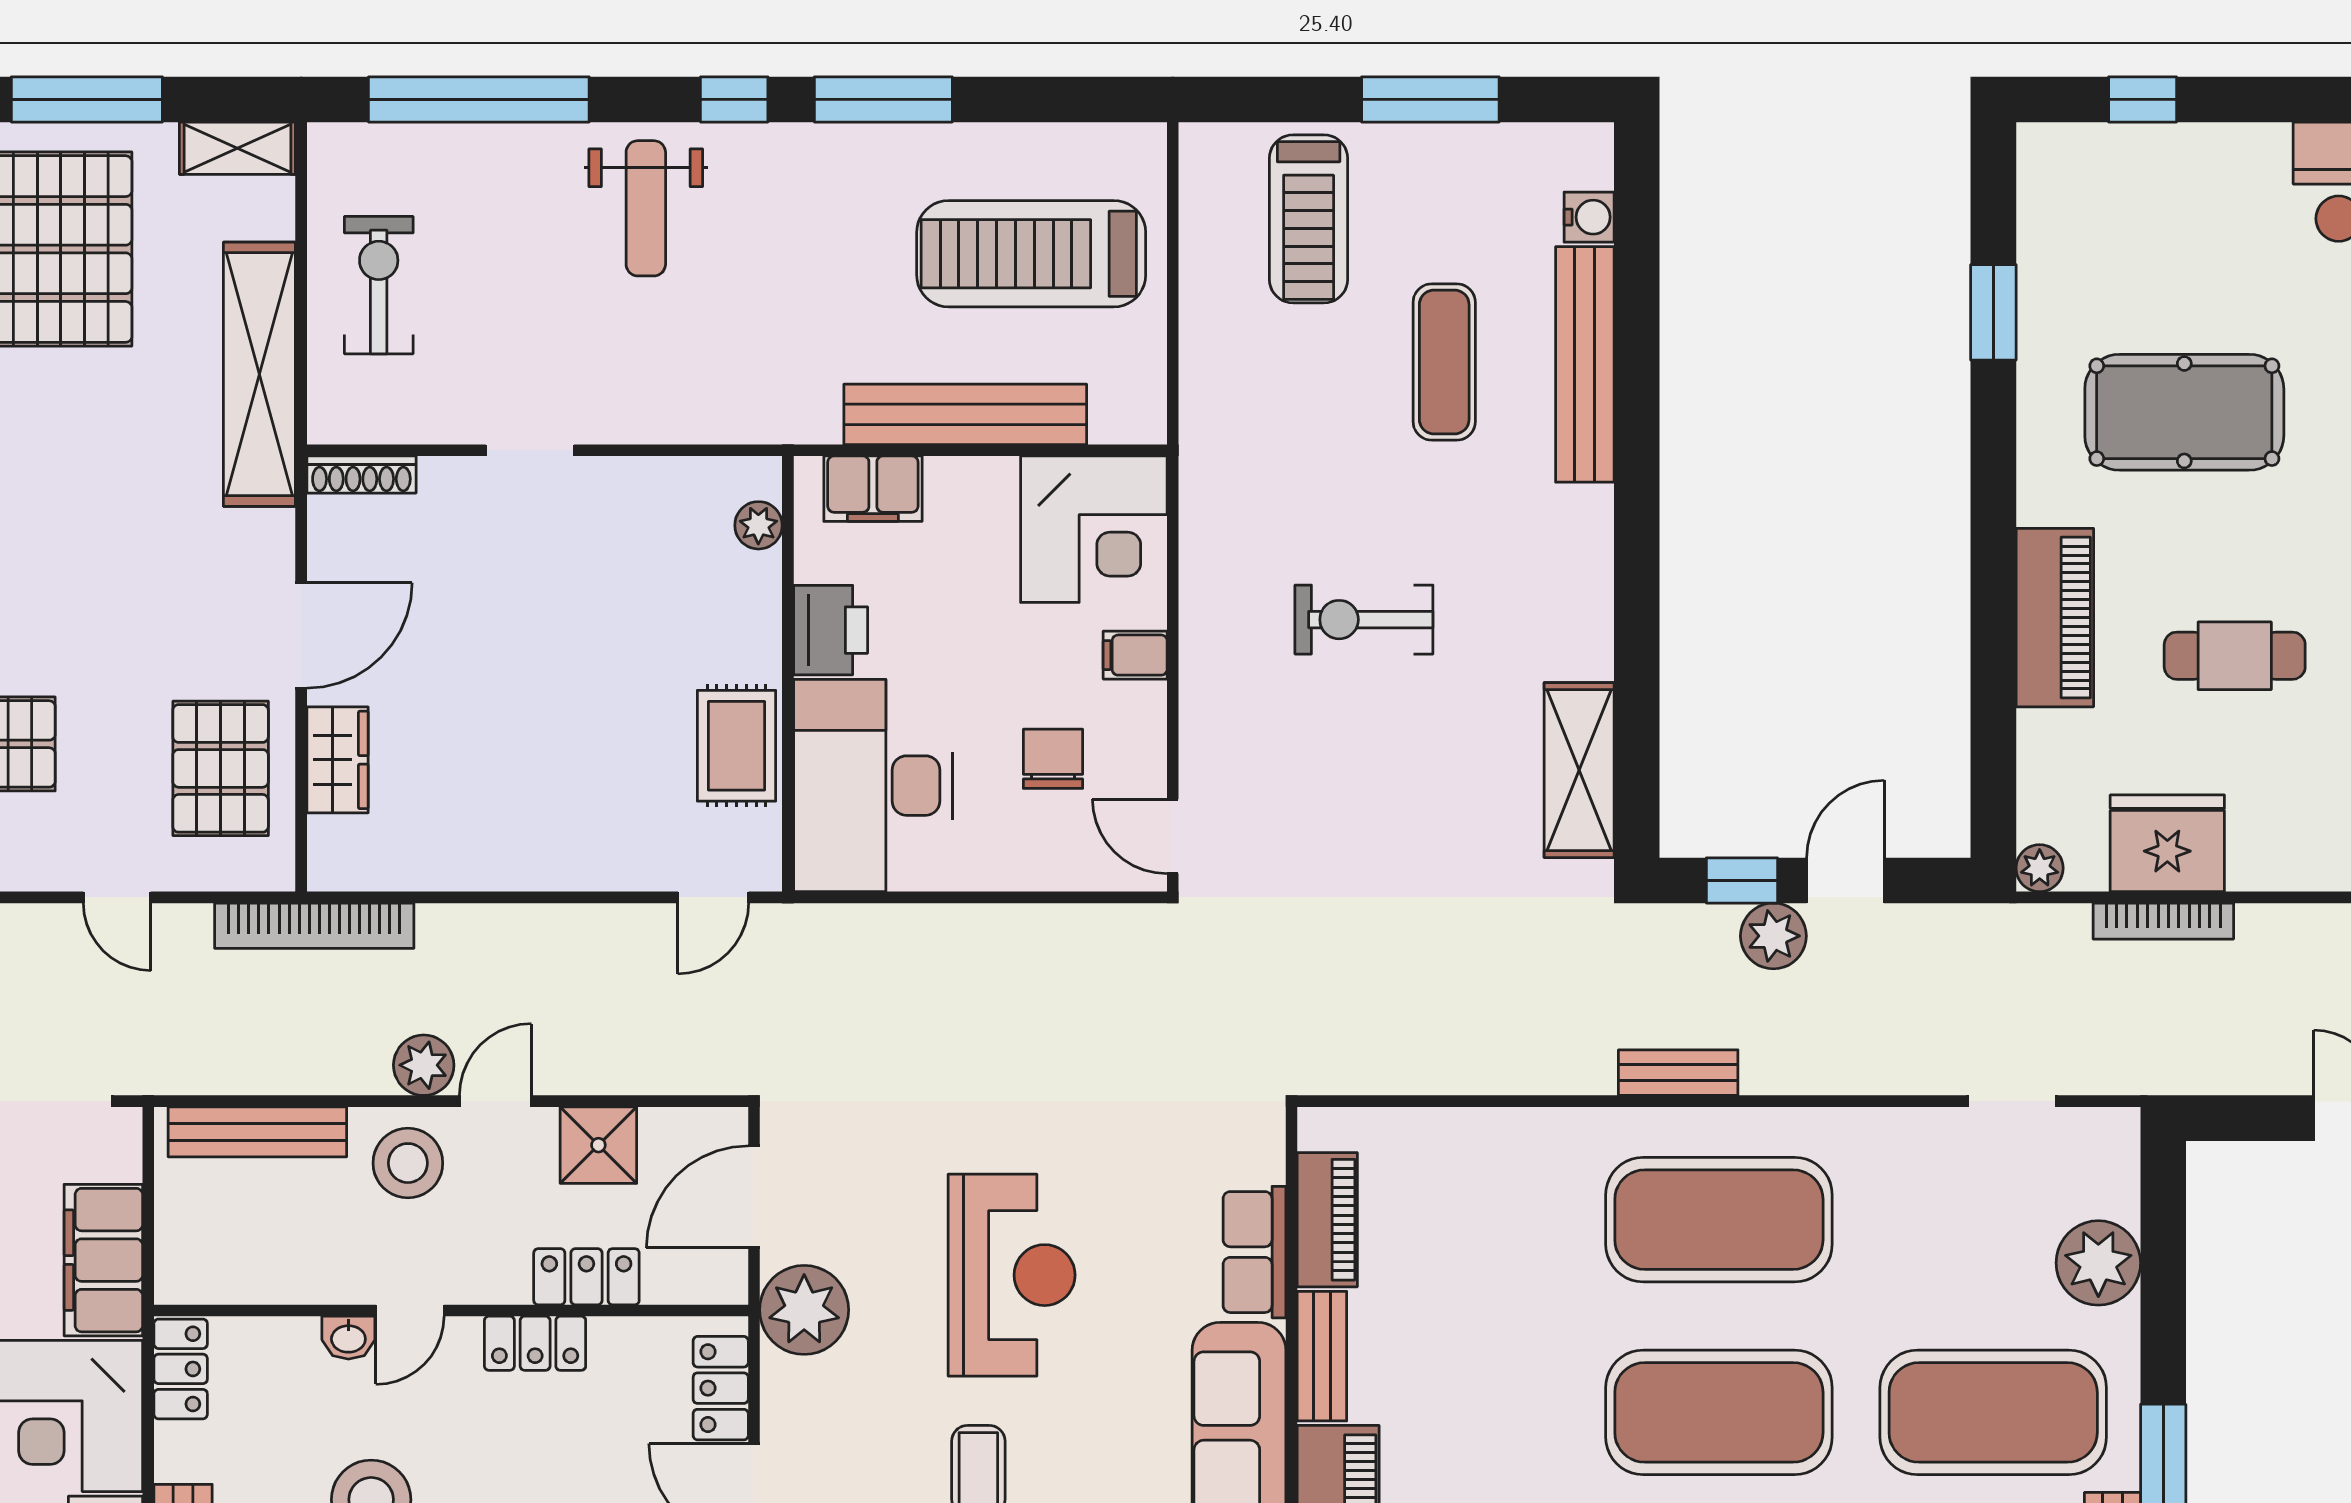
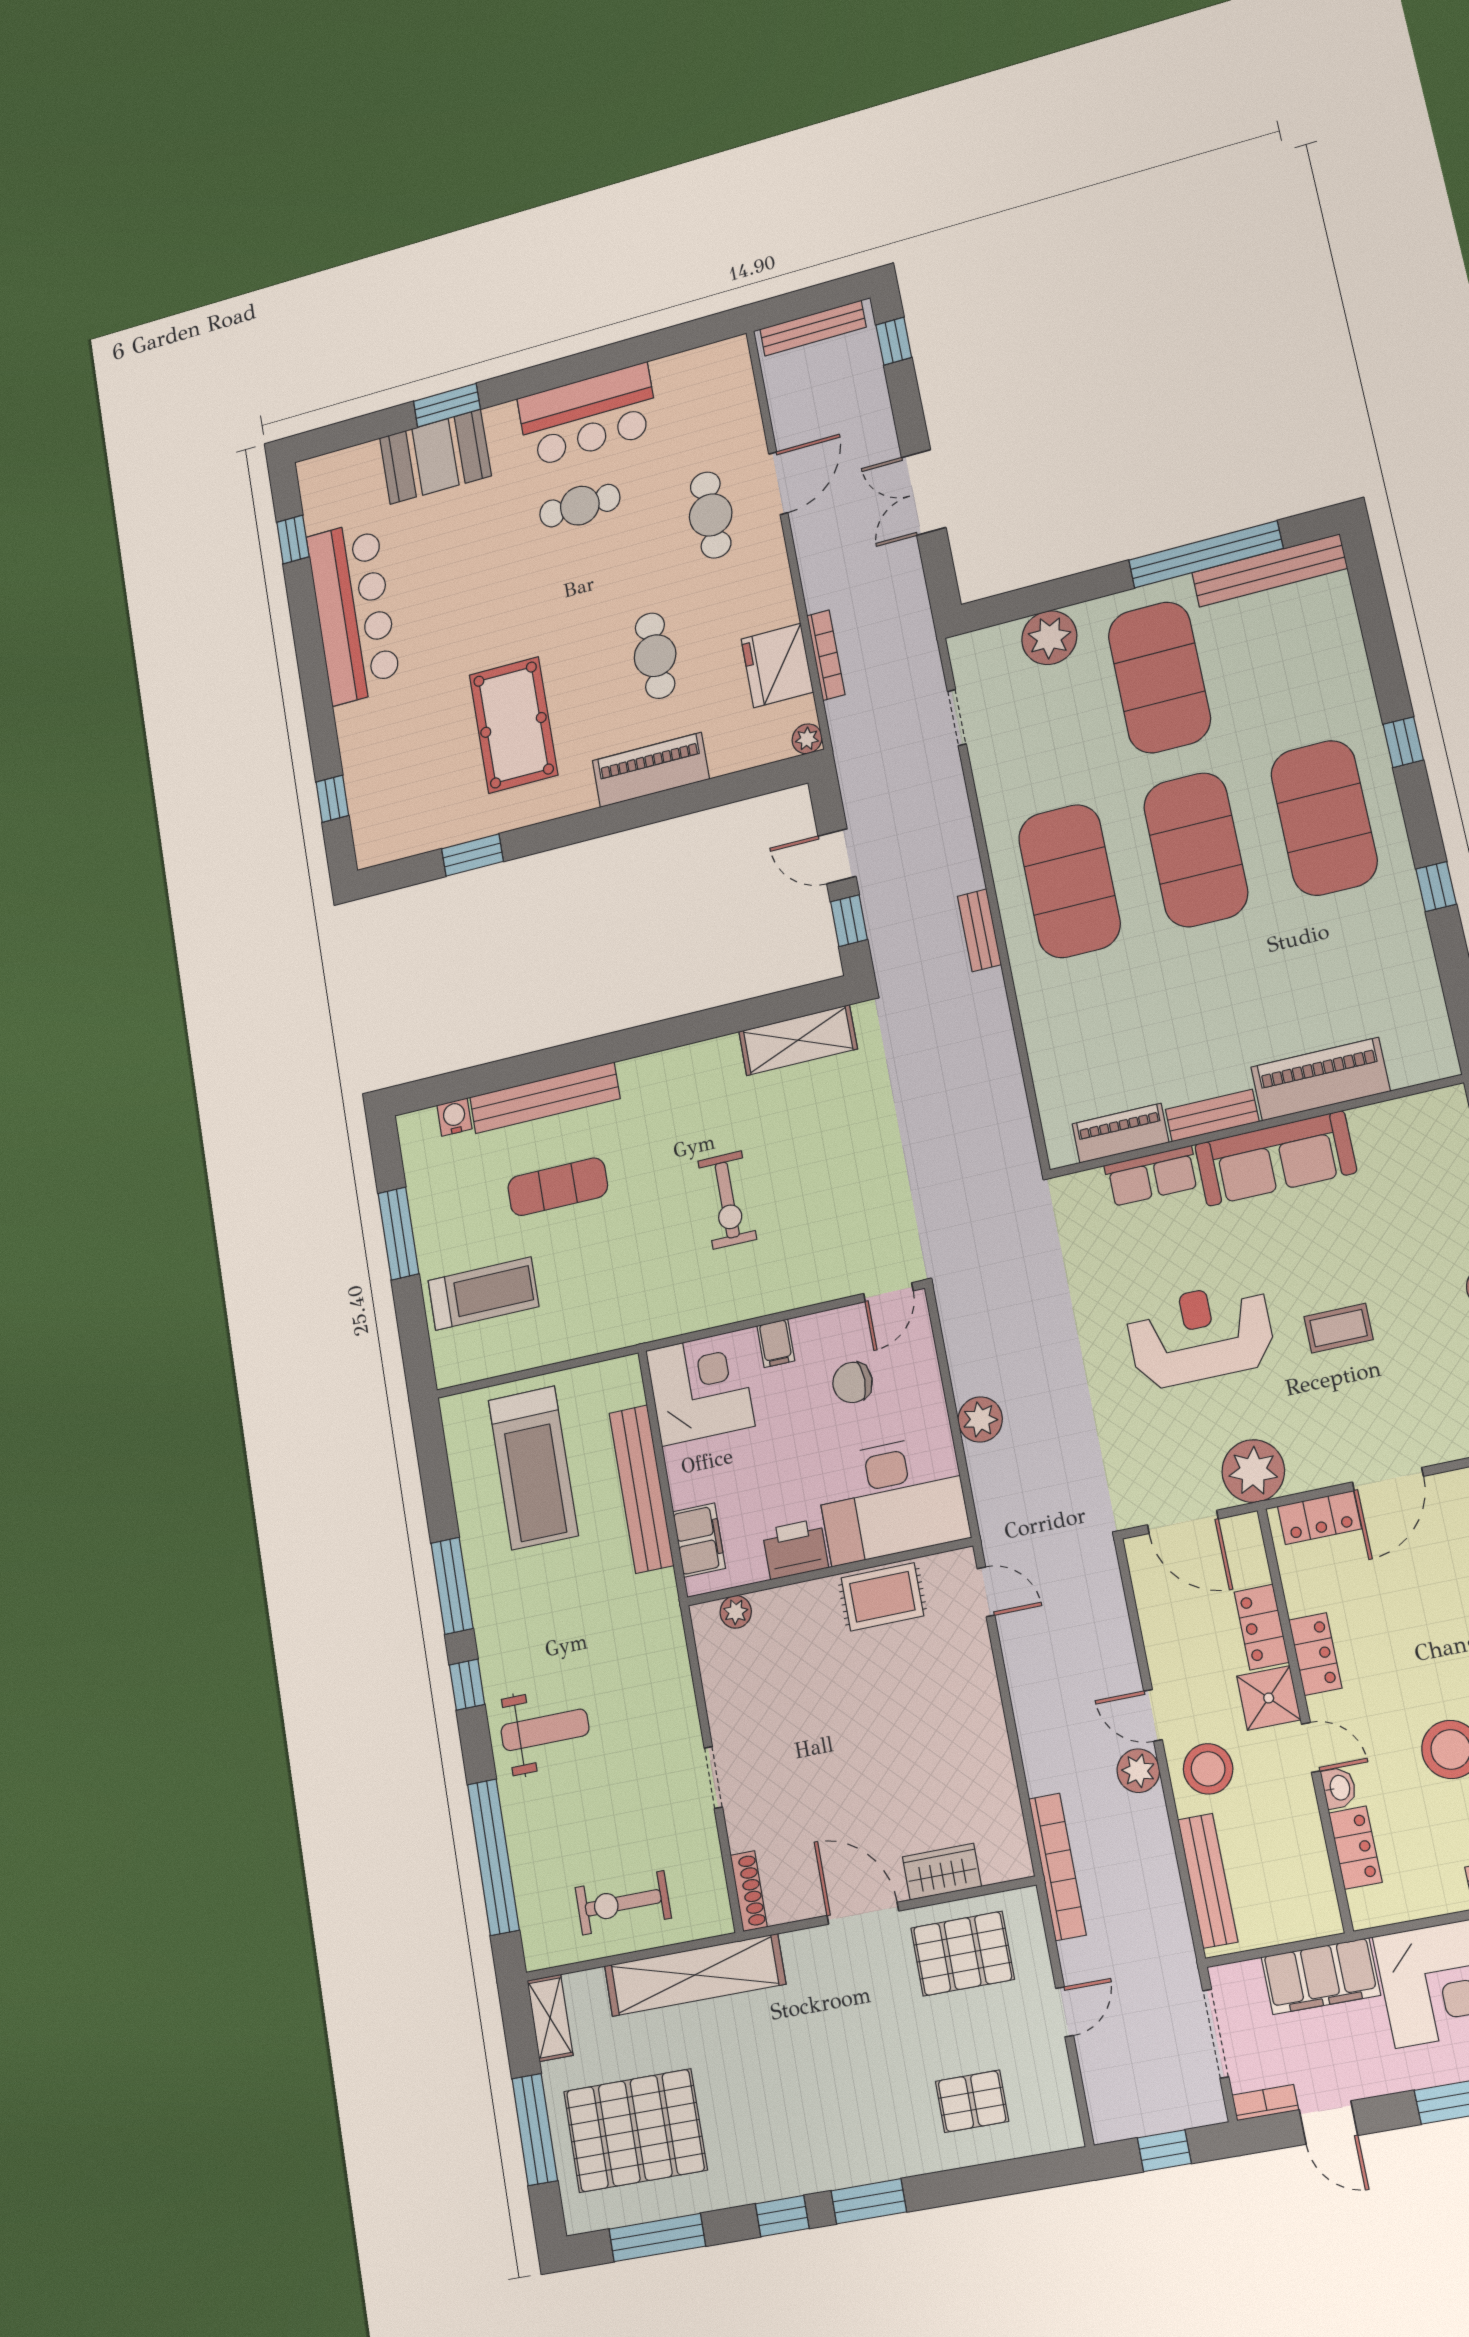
plant: (1773, 936) -> (980, 1419), moved
shower: (598, 1145) -> (1269, 1698), moved
locker: (181, 1369) -> (1355, 1848), moved, turned 90

